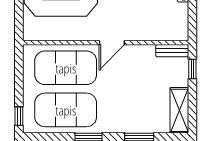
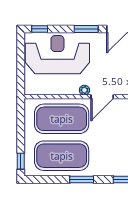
plant: (92, 35) -> (84, 90), added

